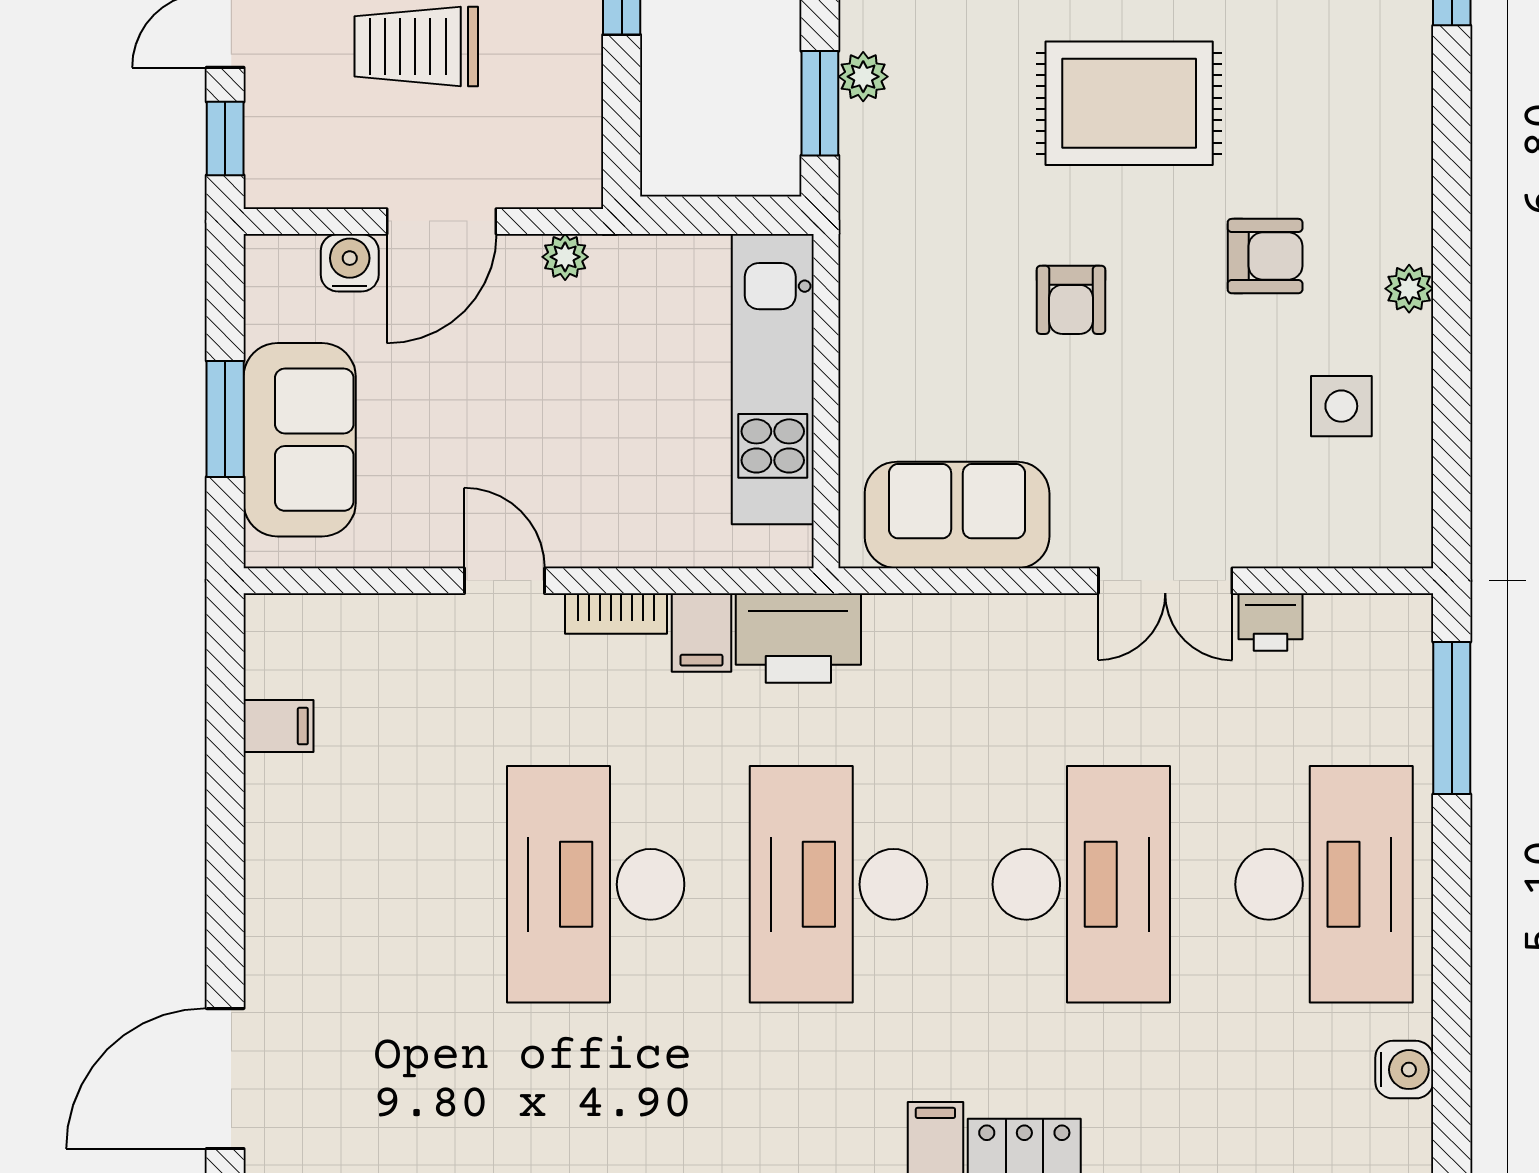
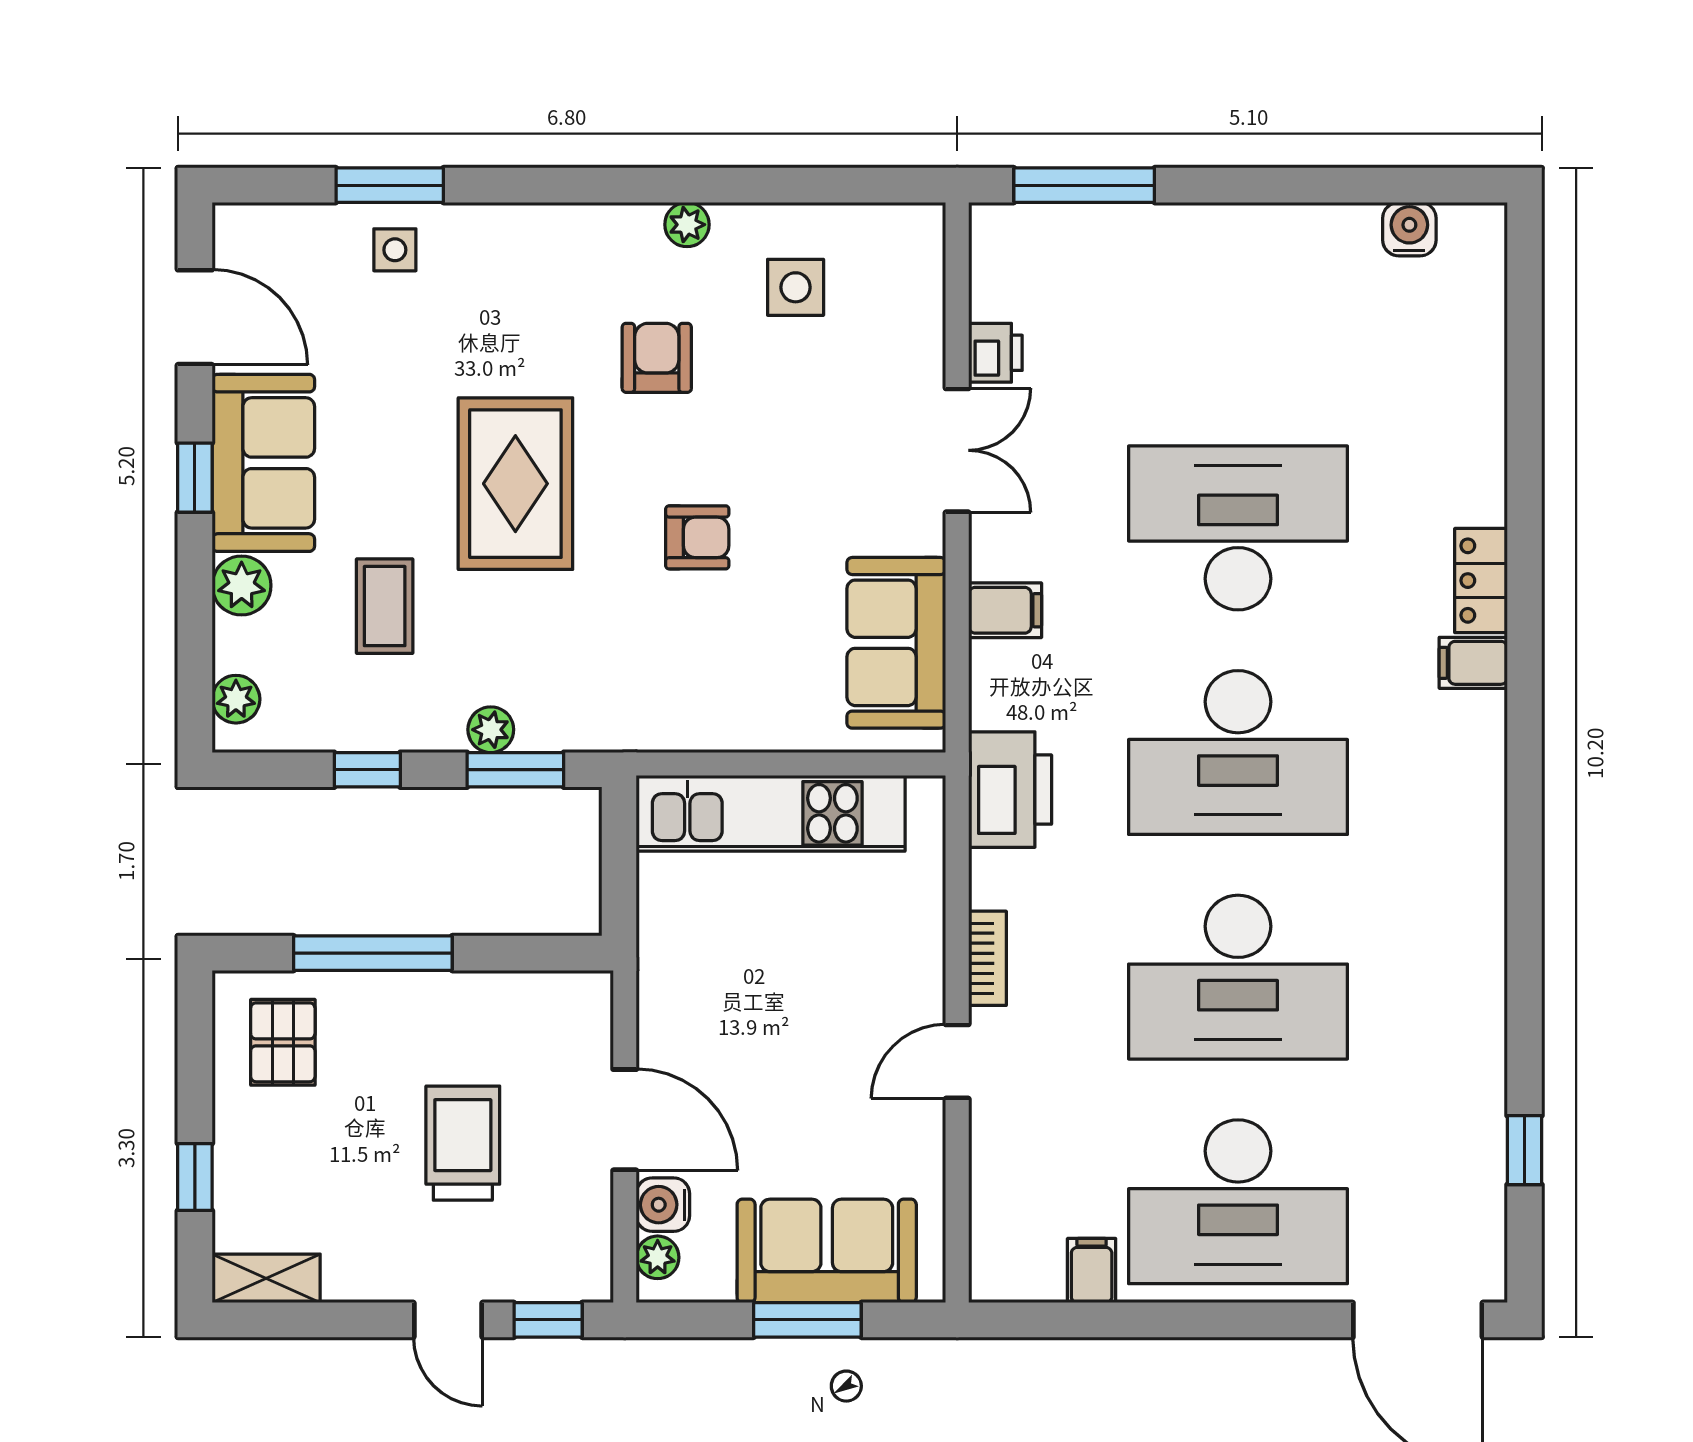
trolley: (416, 46) -> (463, 1143), turned 180
plant: (565, 257) -> (658, 1257), moved
filing cabinet: (701, 633) -> (1005, 610), moved
desk: (1324, 884) -> (1238, 1202), moved, turned 180

